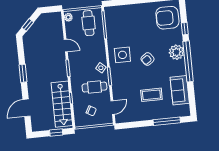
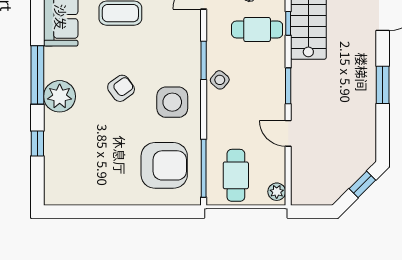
armchair: (167, 18) -> (164, 165), moved
window: (188, 61) -> (37, 75), width x0.68
cafe table: (94, 87) -> (257, 29), moved

